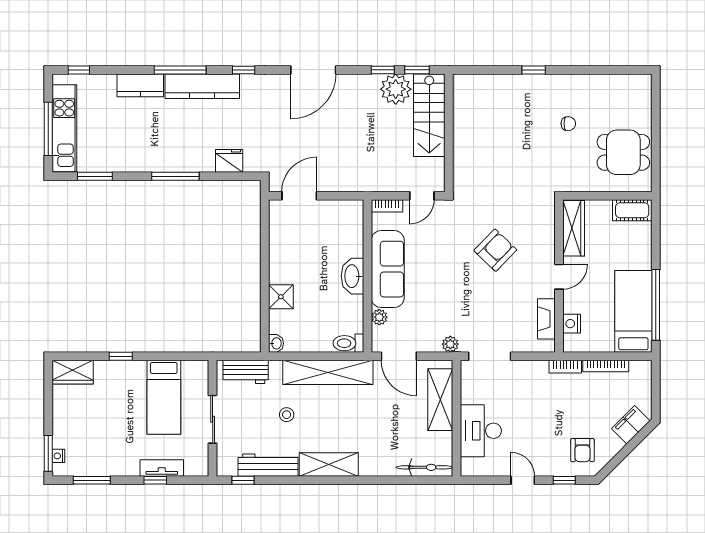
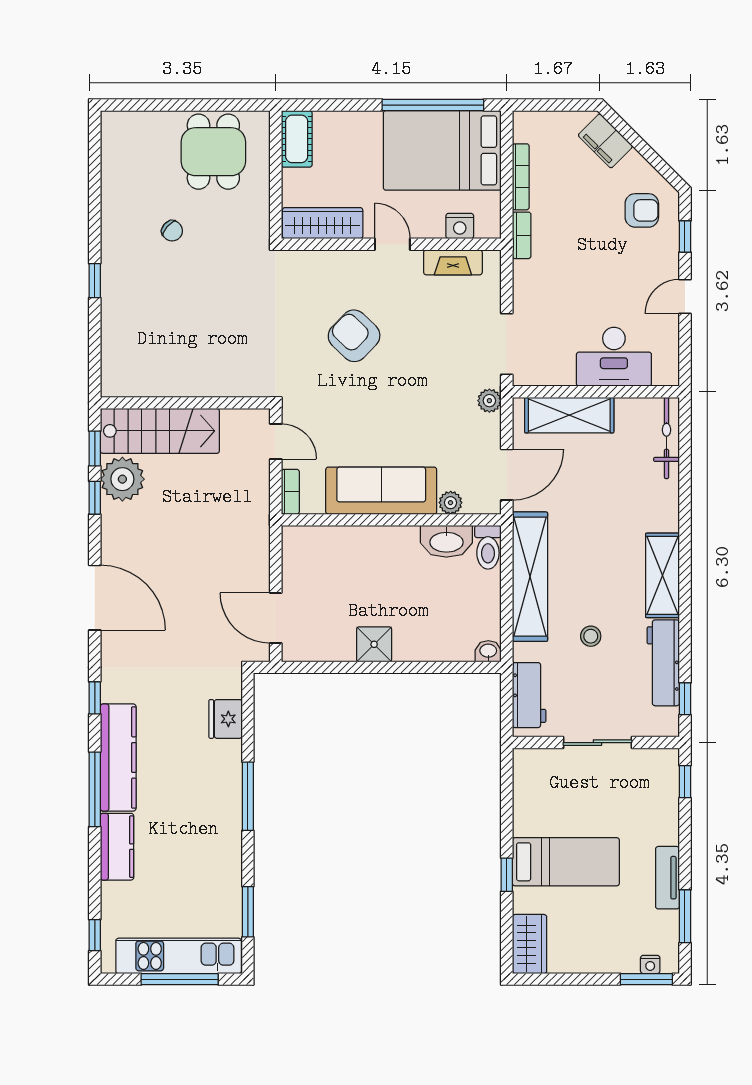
chair: (568, 124) -> (172, 231), turned 131
washbasin: (352, 276) -> (446, 541), moved
shower: (281, 297) -> (374, 644), moved
bed: (633, 311) -> (442, 150), width x1.50
bed: (164, 397) -> (566, 862), moved
tv unit: (162, 468) -> (667, 878), moved
window: (155, 480) -> (685, 782), moved

